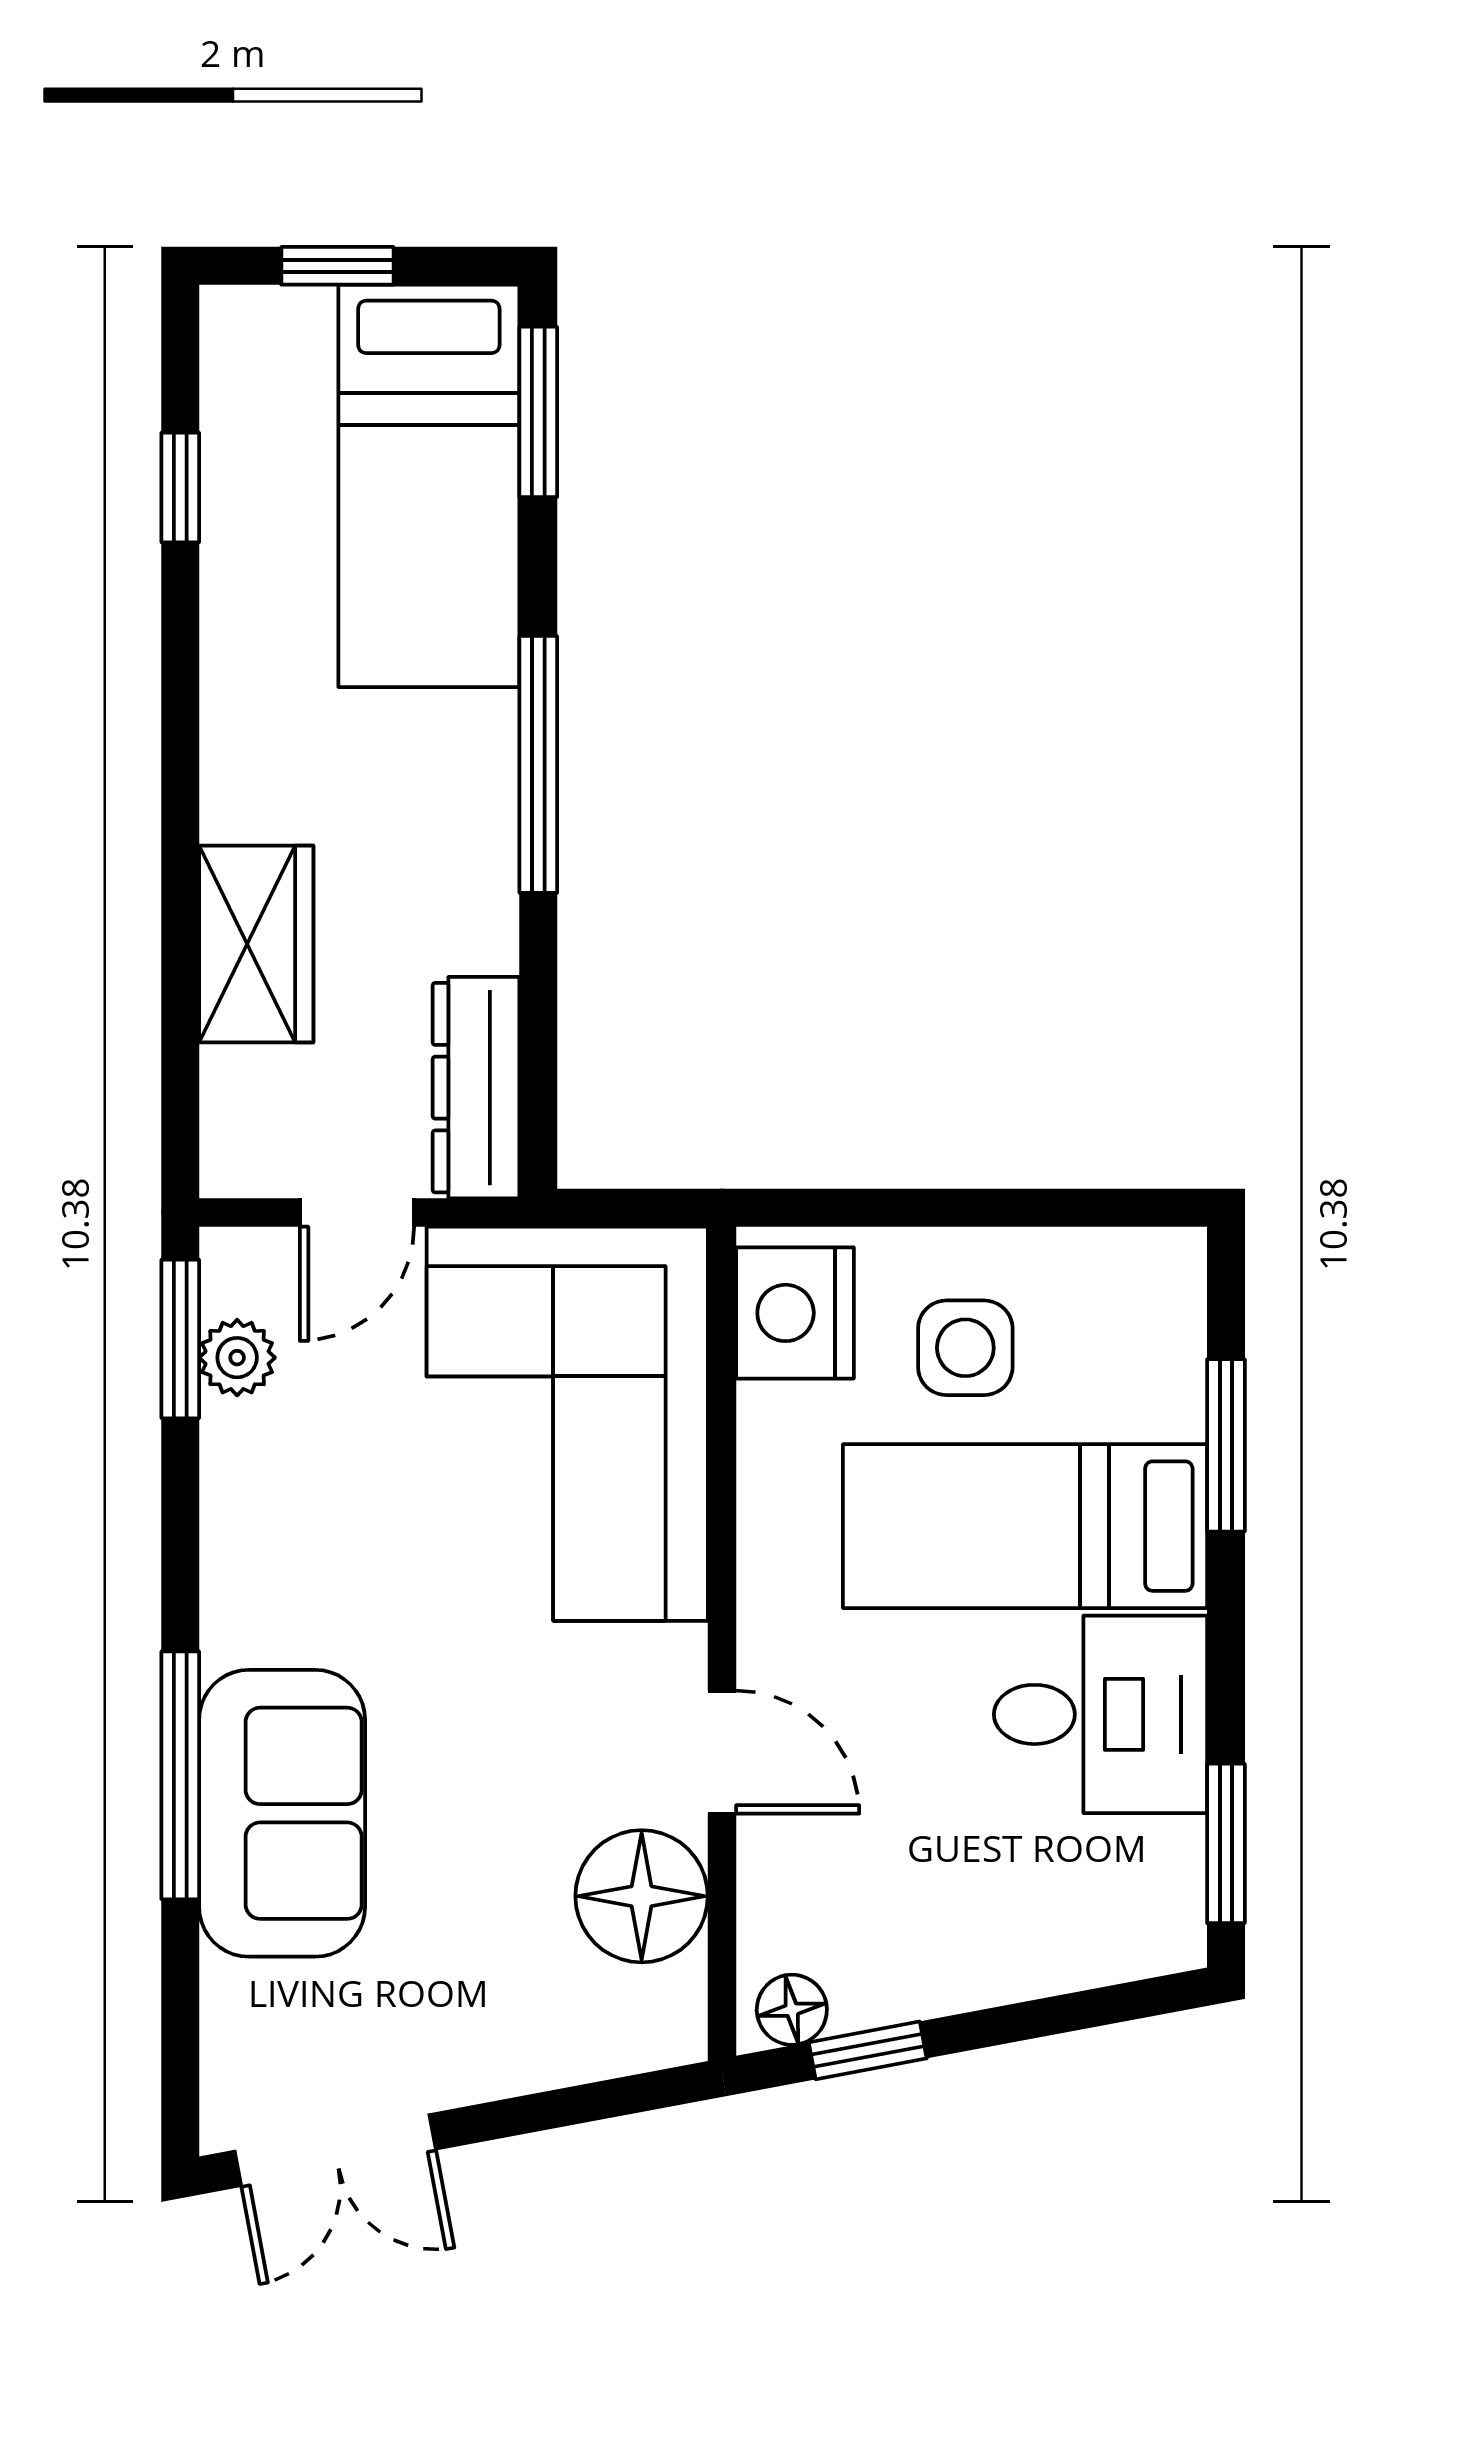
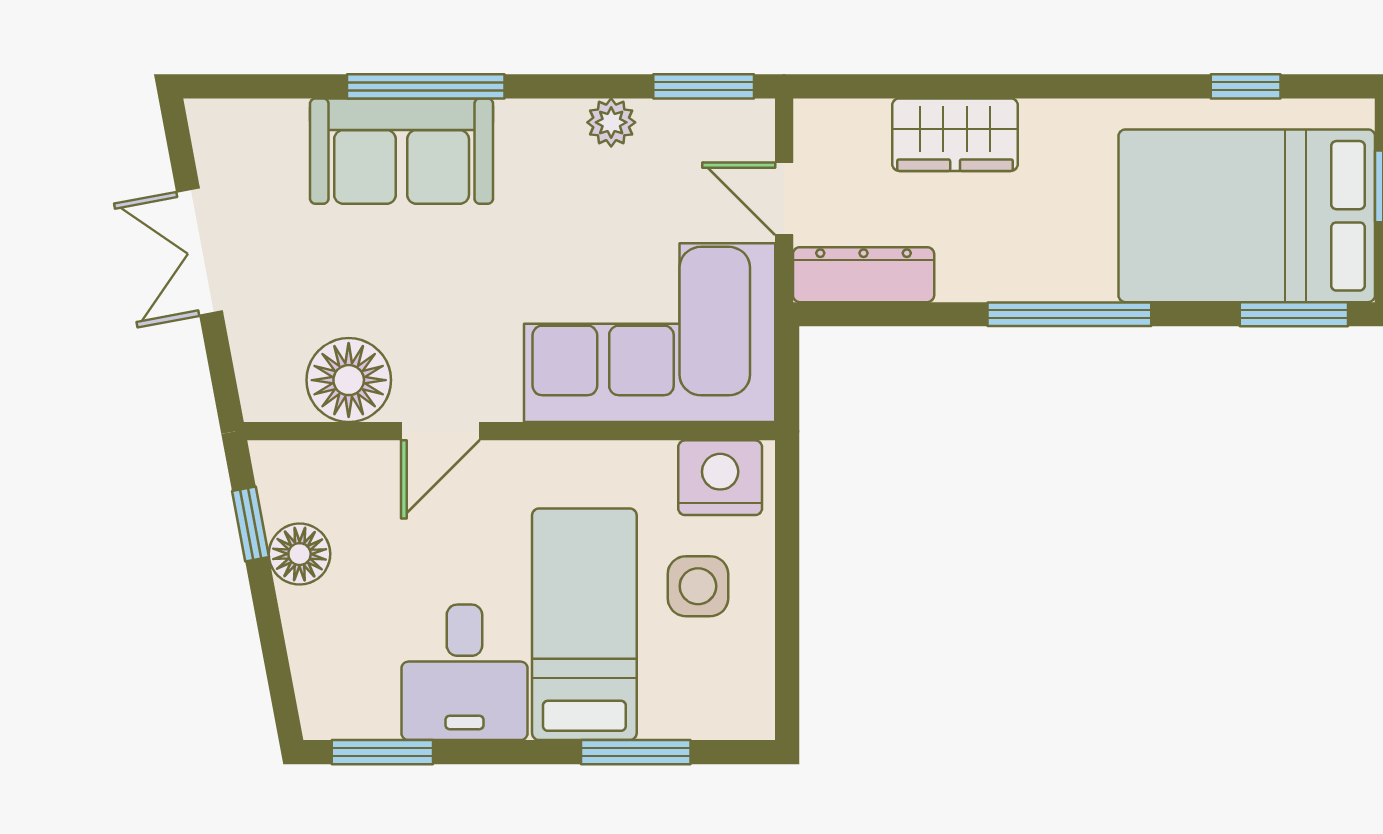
bed: (429, 486) -> (1247, 216), width x1.50
plant: (237, 1358) -> (611, 122), moved
floor lamp: (792, 2010) -> (300, 554), moved, width x1.37, depth x1.37
double door: (335, 2150) -> (200, 252), moved

